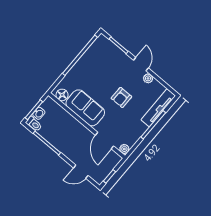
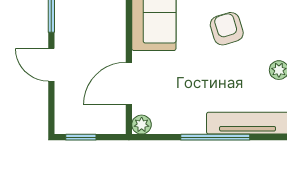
armchair: (121, 97) -> (227, 29), moved, turned 73
door: (81, 172) -> (51, 65), moved

